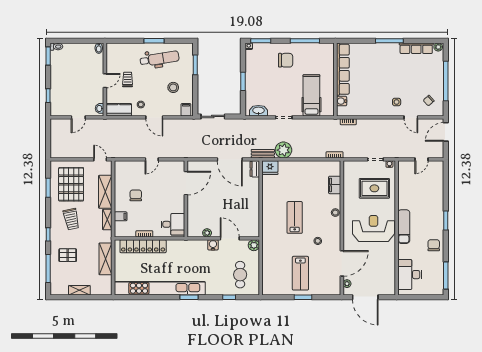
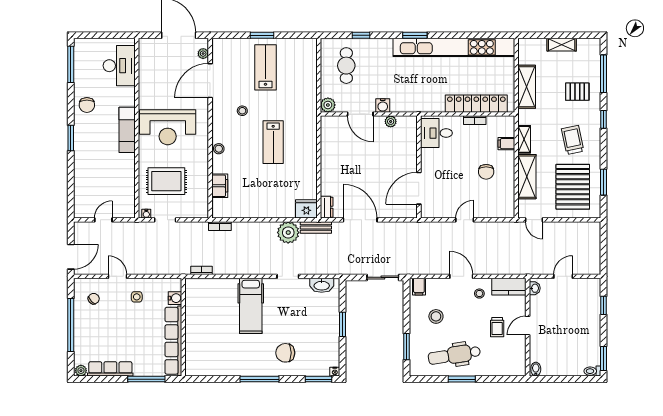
row of seats: (343, 69) -> (173, 341), moved
wall: (335, 79) -> (183, 327), moved
water cooler: (342, 101) -> (175, 298), moved

